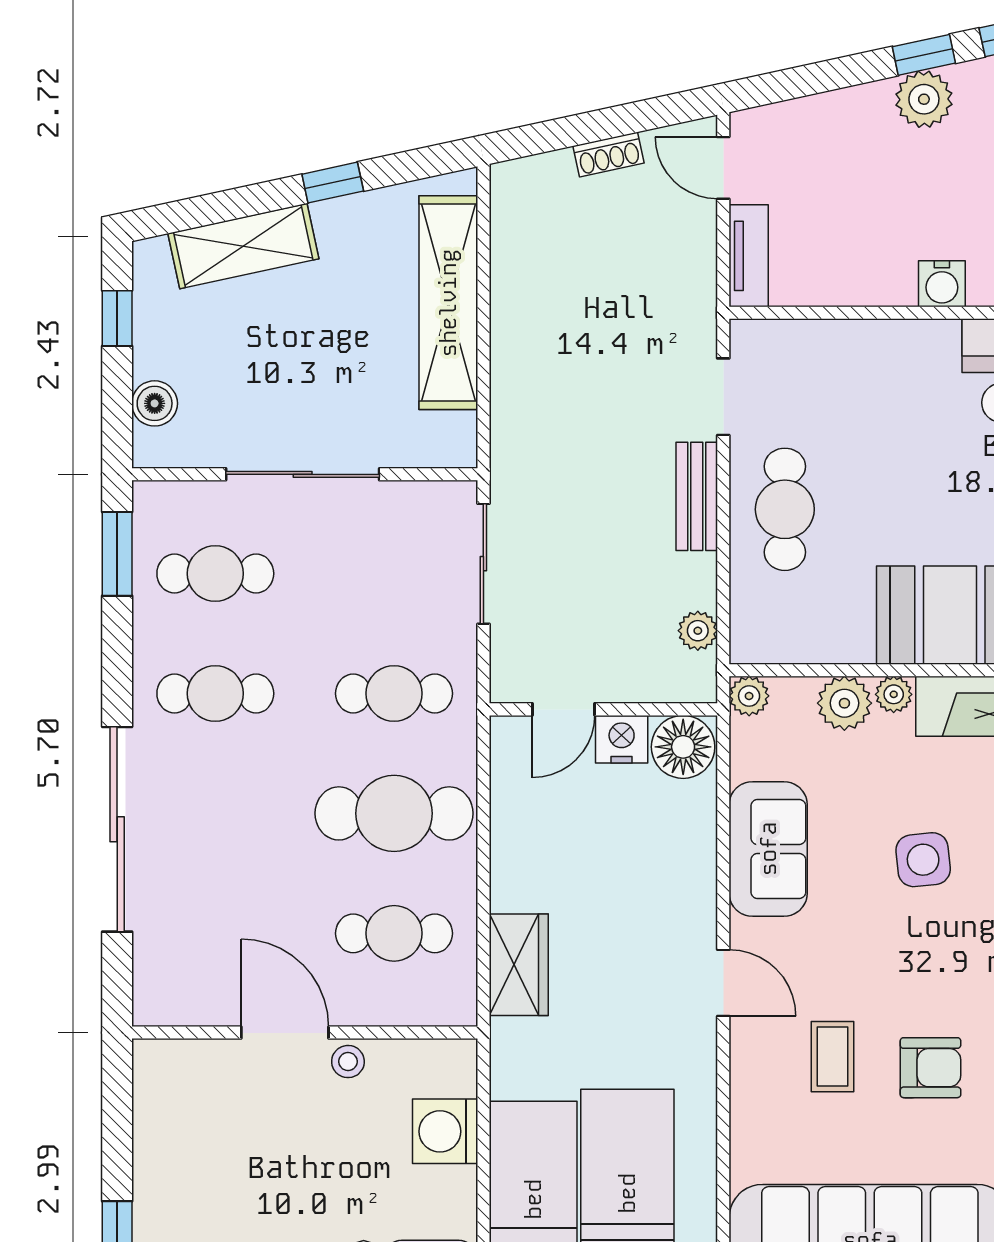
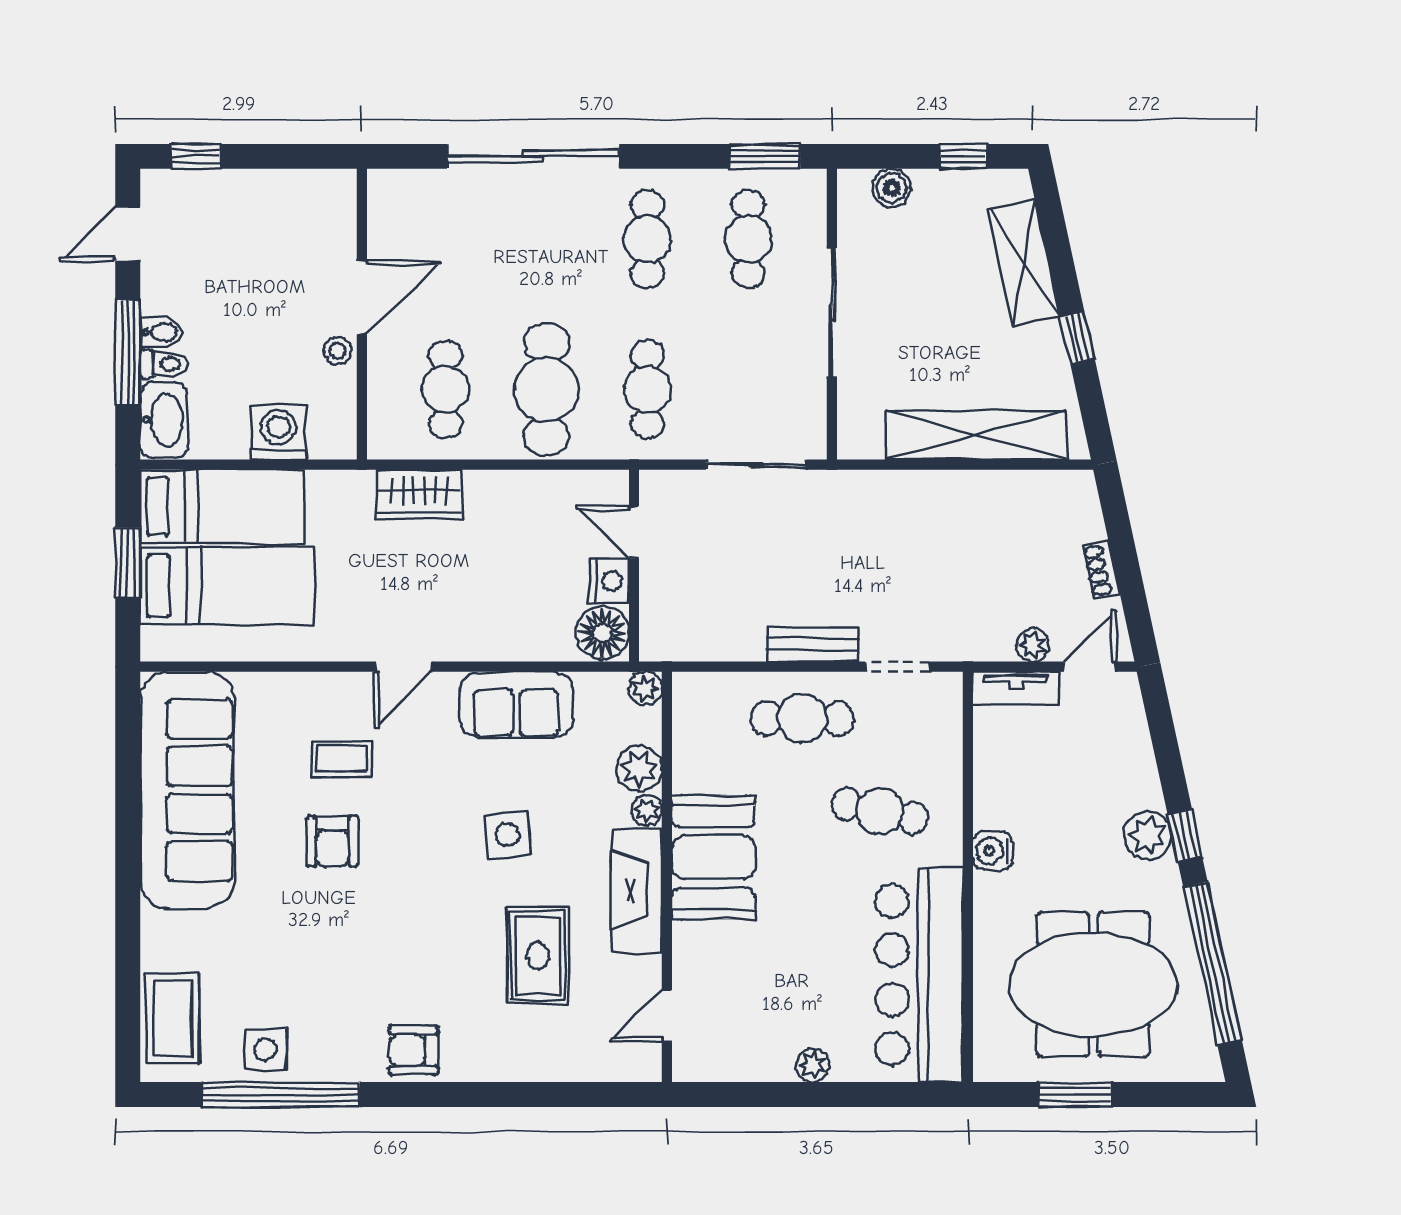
cafe table: (895, 417) -> (880, 811), added
plant: (698, 631) -> (1033, 645), moved

